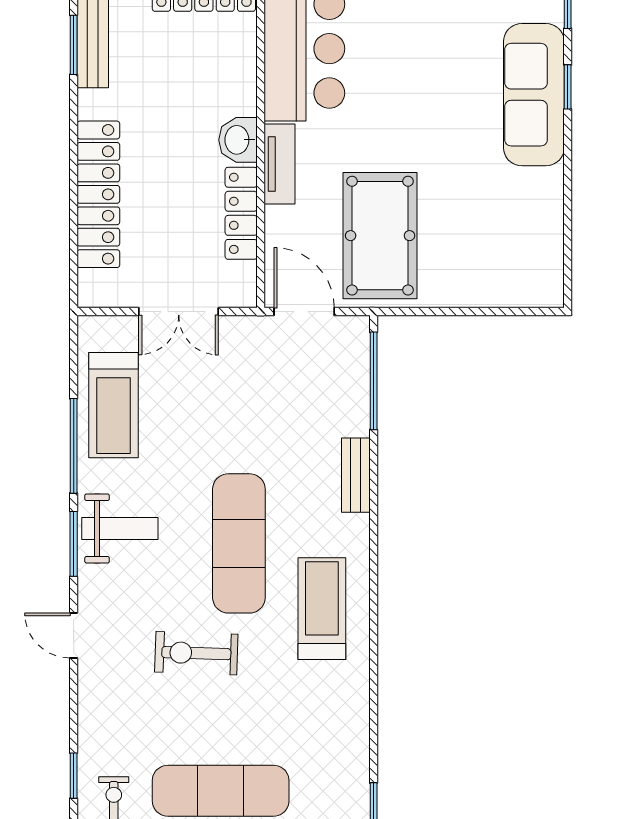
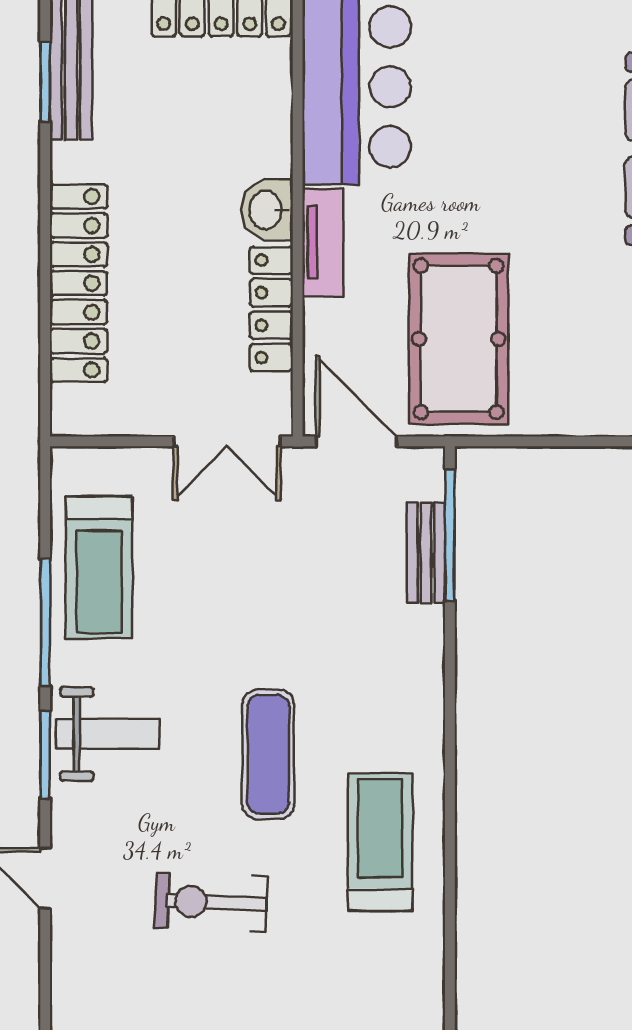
double door: (179, 312) -> (227, 441), moved
bench: (356, 475) -> (426, 553), moved
exercise mat: (239, 543) -> (268, 754), width x0.73, depth x0.69

